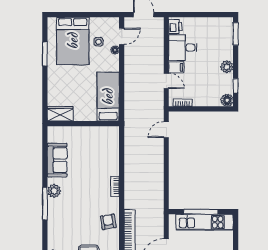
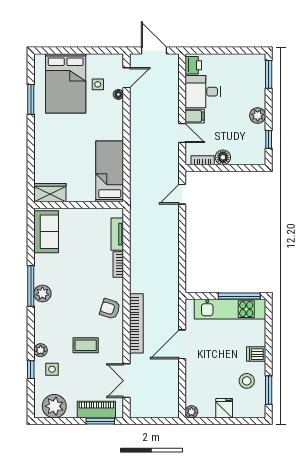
bed: (108, 97) -> (110, 171), moved
floor lamp: (227, 100) -> (223, 157), moved
wardrobe: (60, 114) -> (50, 193), moved
wall: (83, 124) -> (79, 205), moved
tv unit: (114, 162) -> (117, 234), added
plant: (54, 191) -> (42, 293), moved
window: (201, 212) -> (239, 296), moved
armchair: (108, 222) -> (110, 309), turned -63

